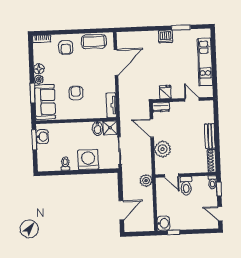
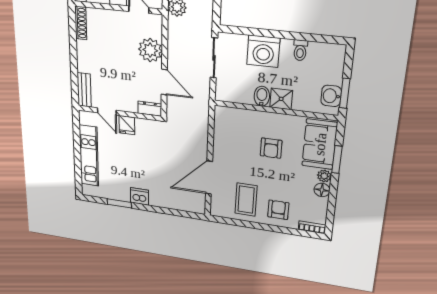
coffee table: (94, 42) -> (246, 200), moved, turned 90
fridge: (165, 92) -> (127, 125), moved
tv unit: (111, 105) -> (221, 123), removed
shower: (110, 128) -> (281, 99), moved
bidet: (98, 129) -> (262, 96), moved
bench: (210, 136) -> (84, 90), moved

